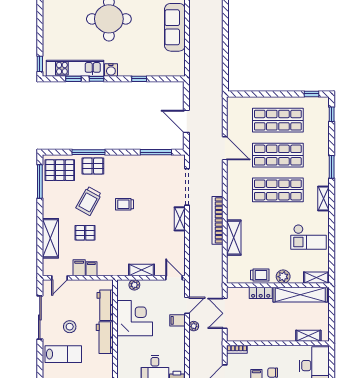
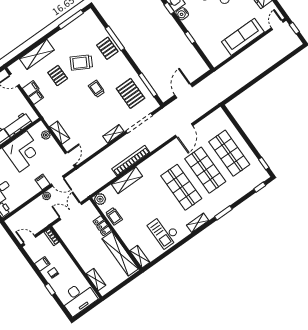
pallet: (60, 170) -> (131, 93), moved
plant: (283, 277) -> (100, 199), moved

